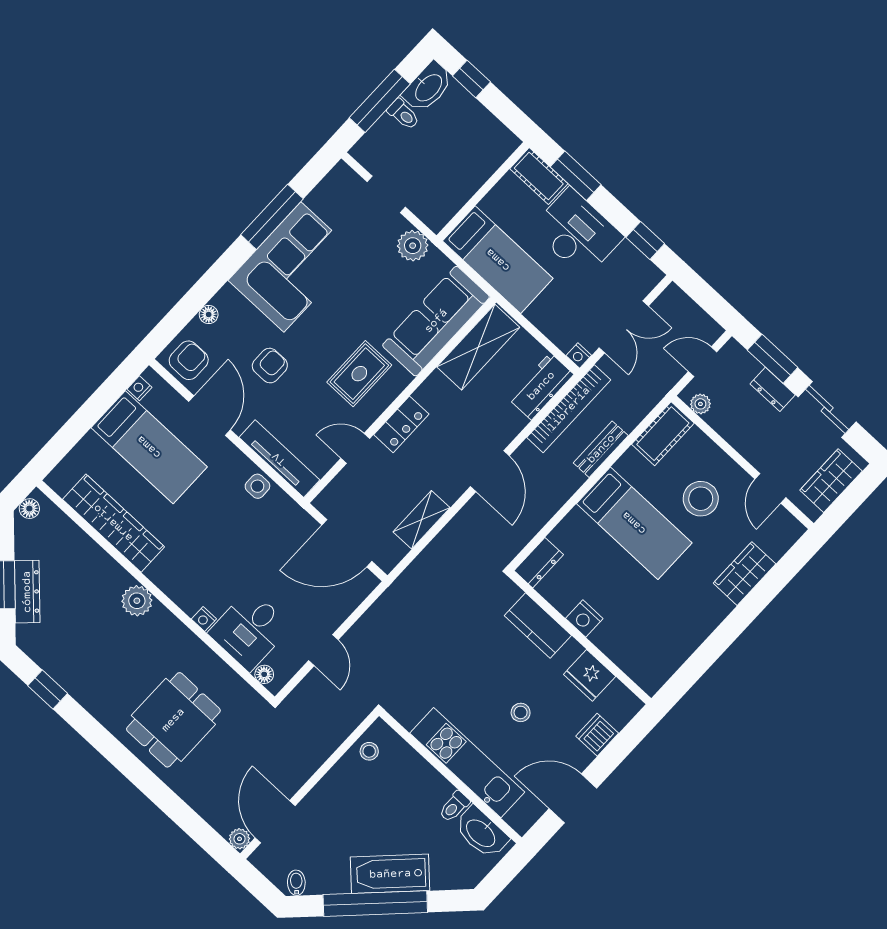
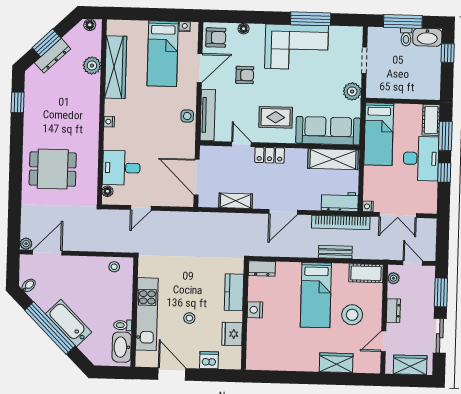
window: (645, 240) -> (444, 172), moved
dresser: (773, 389) -> (393, 311), moved, turned 180
plant: (137, 601) -> (92, 66), moved
nightstand: (204, 619) -> (109, 122), moved

